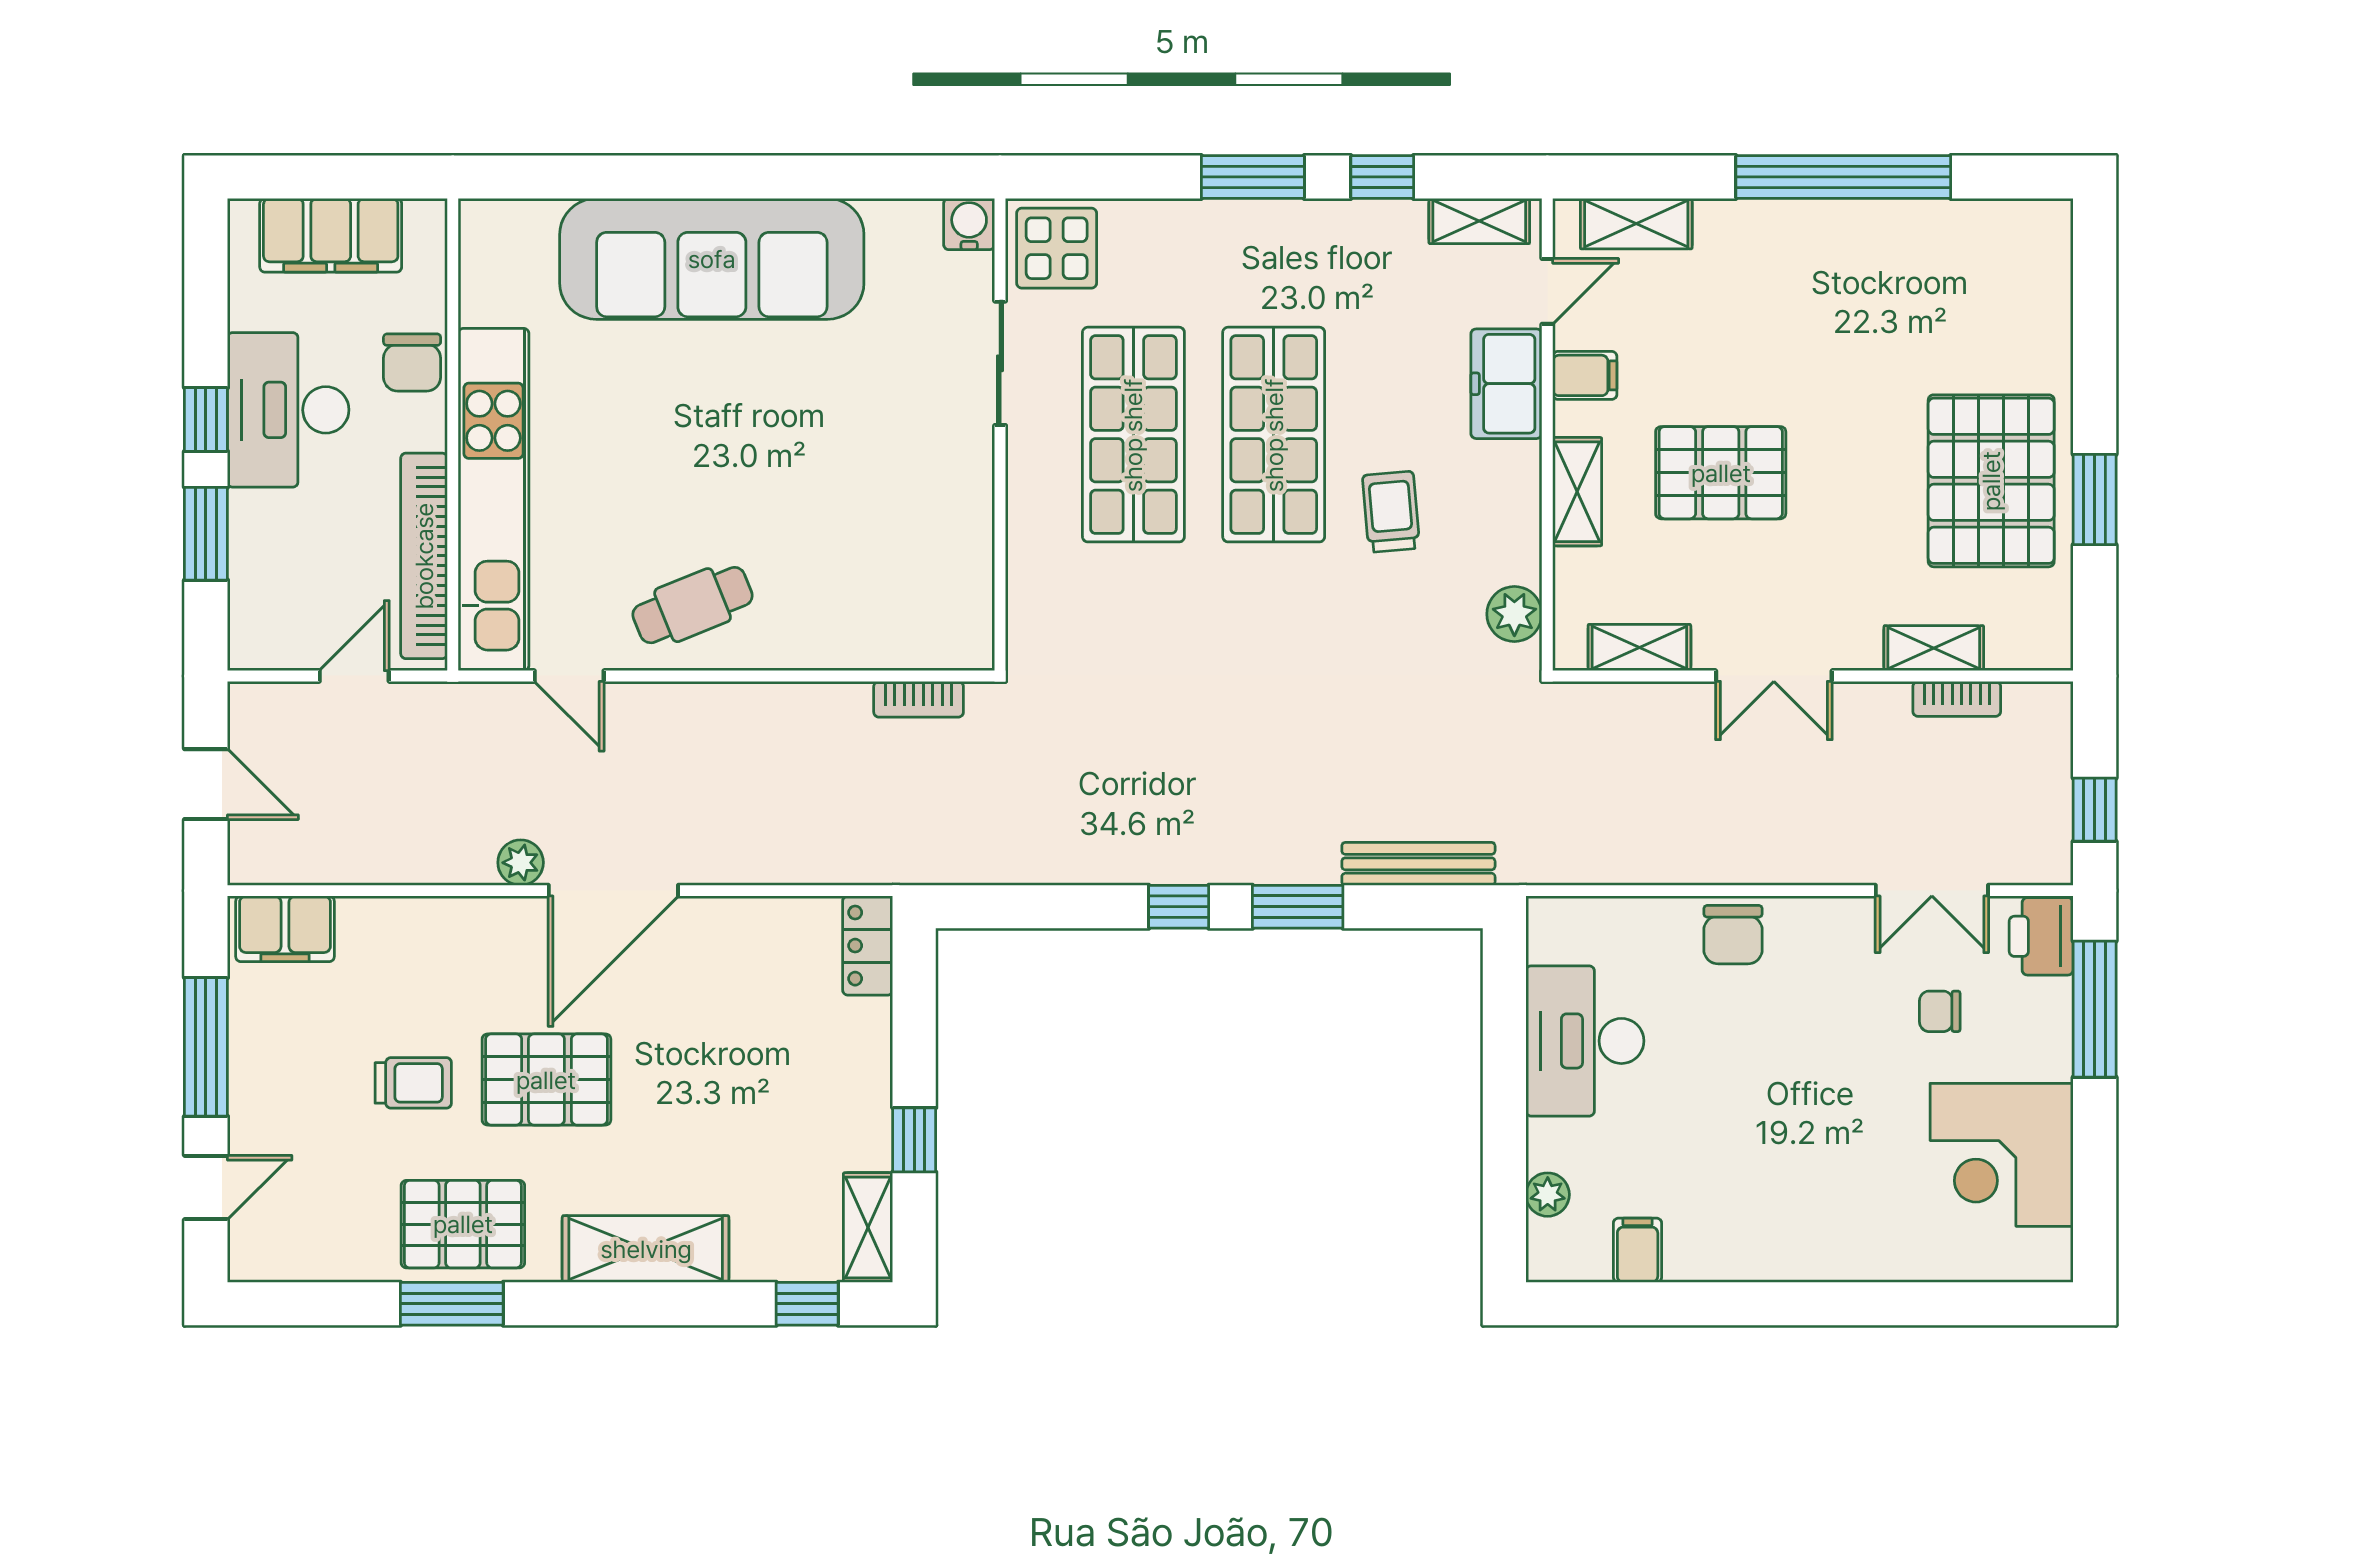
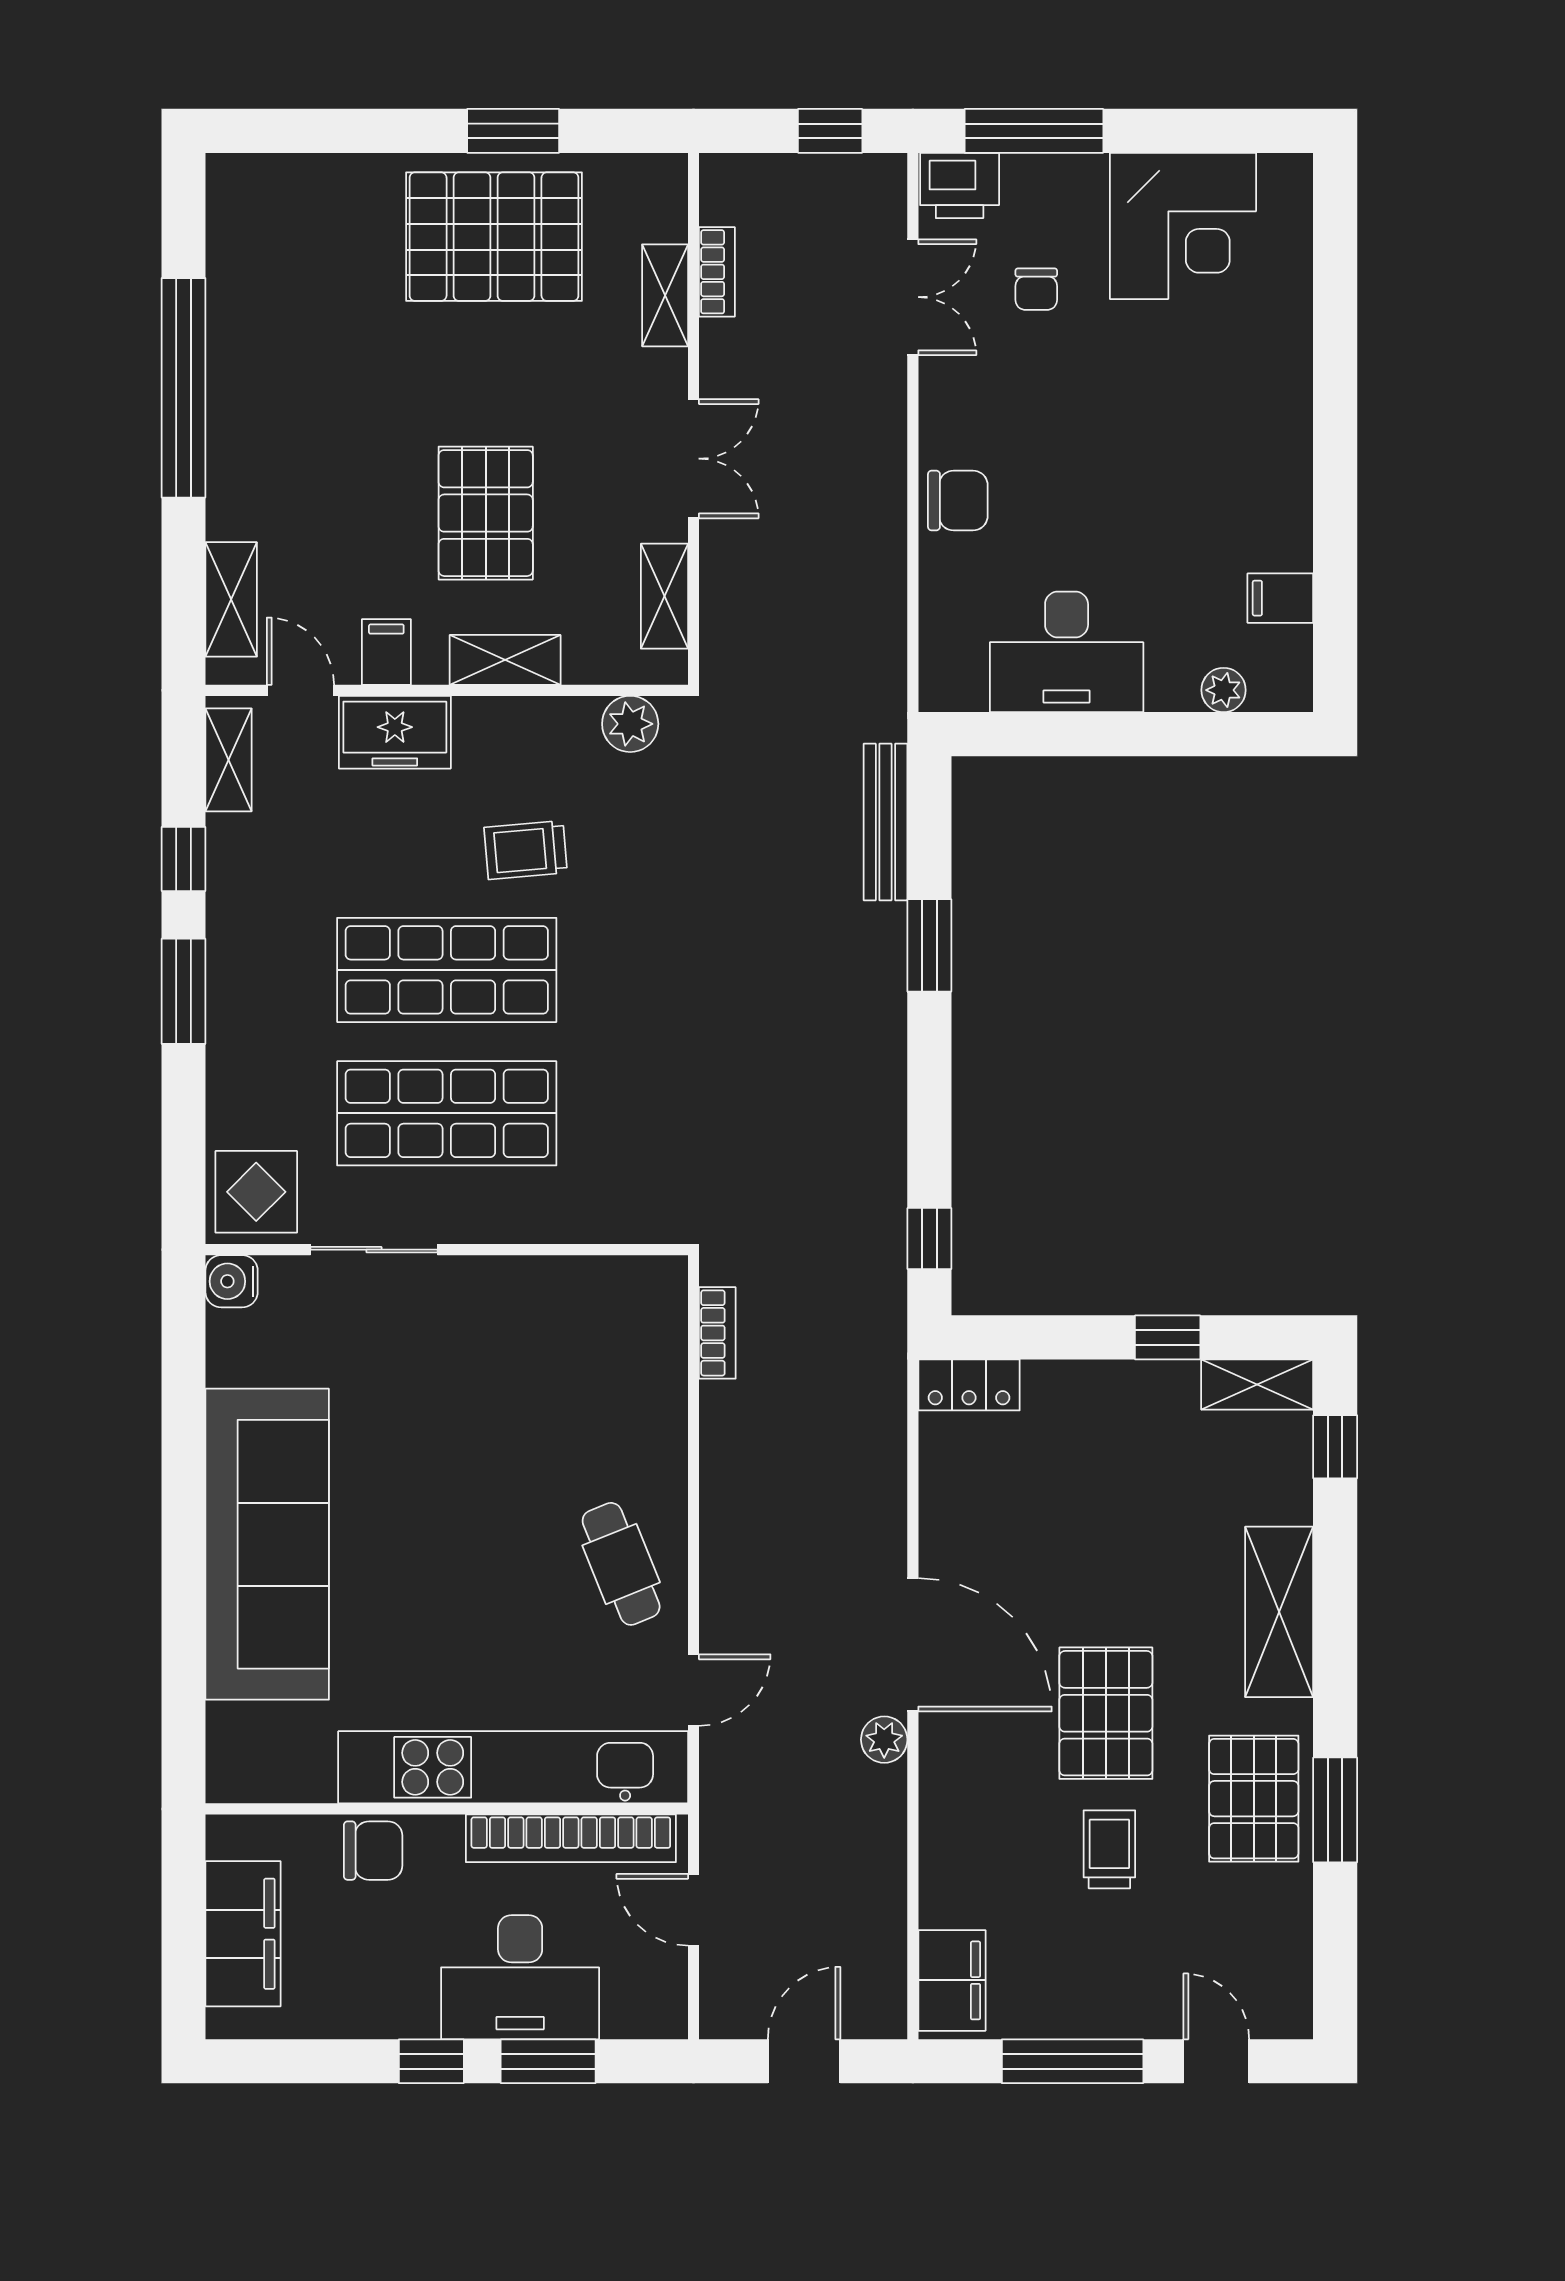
desk: (288, 410) -> (520, 1977), moved
window: (1179, 907) -> (929, 1239), moved

